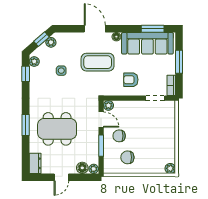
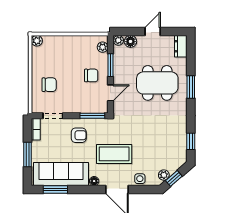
plant: (34, 62) -> (182, 155), removed
side table: (61, 71) -> (140, 179), moved
window: (118, 98) -> (92, 116), added
plant: (108, 105) -> (103, 47), moved
door: (101, 120) -> (110, 93), swing flipped
chair: (127, 157) -> (49, 85), moved

